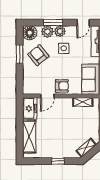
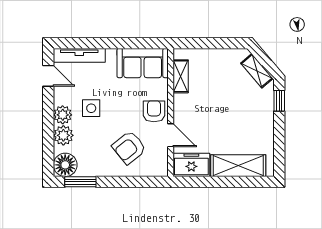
window: (53, 23) -> (48, 126), removed
window: (20, 54) -> (80, 182), moved
armchair: (38, 55) -> (129, 148), moved
window: (58, 161) -> (279, 101), moved

